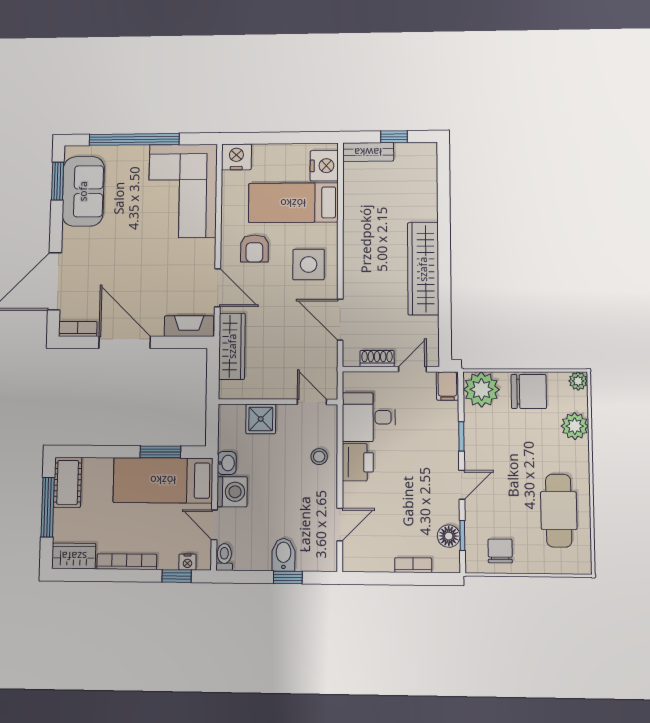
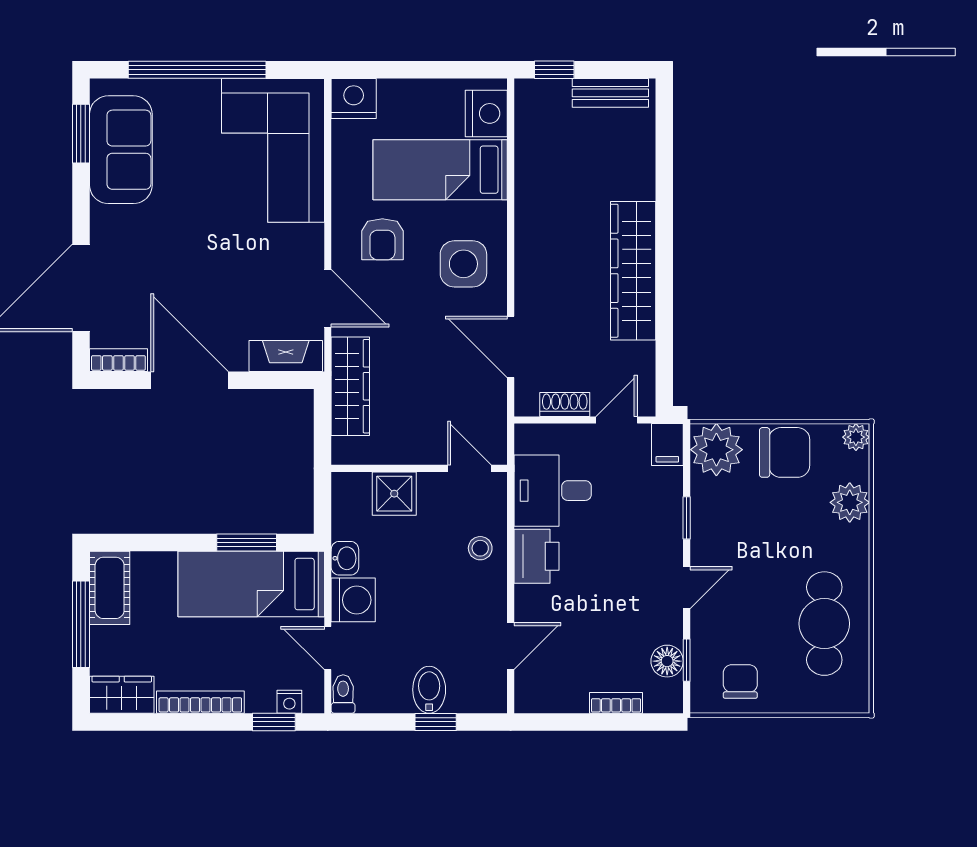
window: (394, 137) -> (554, 70), moved
bench: (368, 152) -> (610, 93), moved

